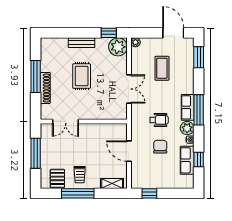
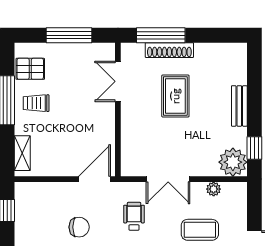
plant: (135, 42) -> (214, 189), moved
window: (36, 76) -> (161, 35), moved
rug: (82, 76) -> (175, 96), moved, turned 90
wheelchair: (159, 120) -> (134, 216), moved, turned 180
door: (129, 151) -> (95, 179), moved

